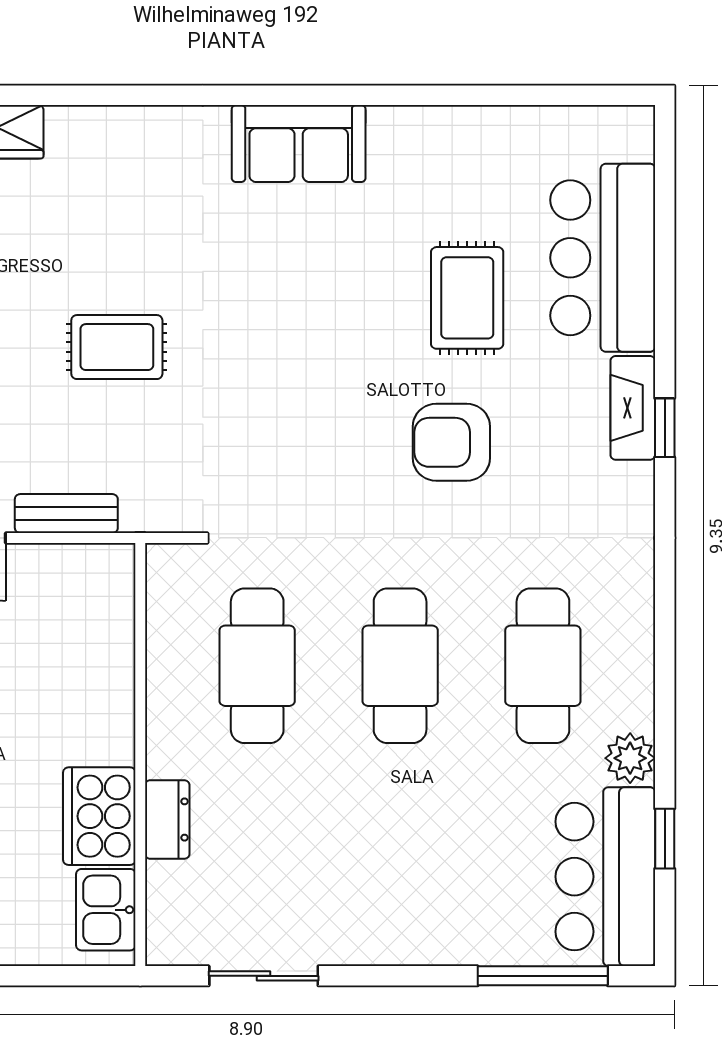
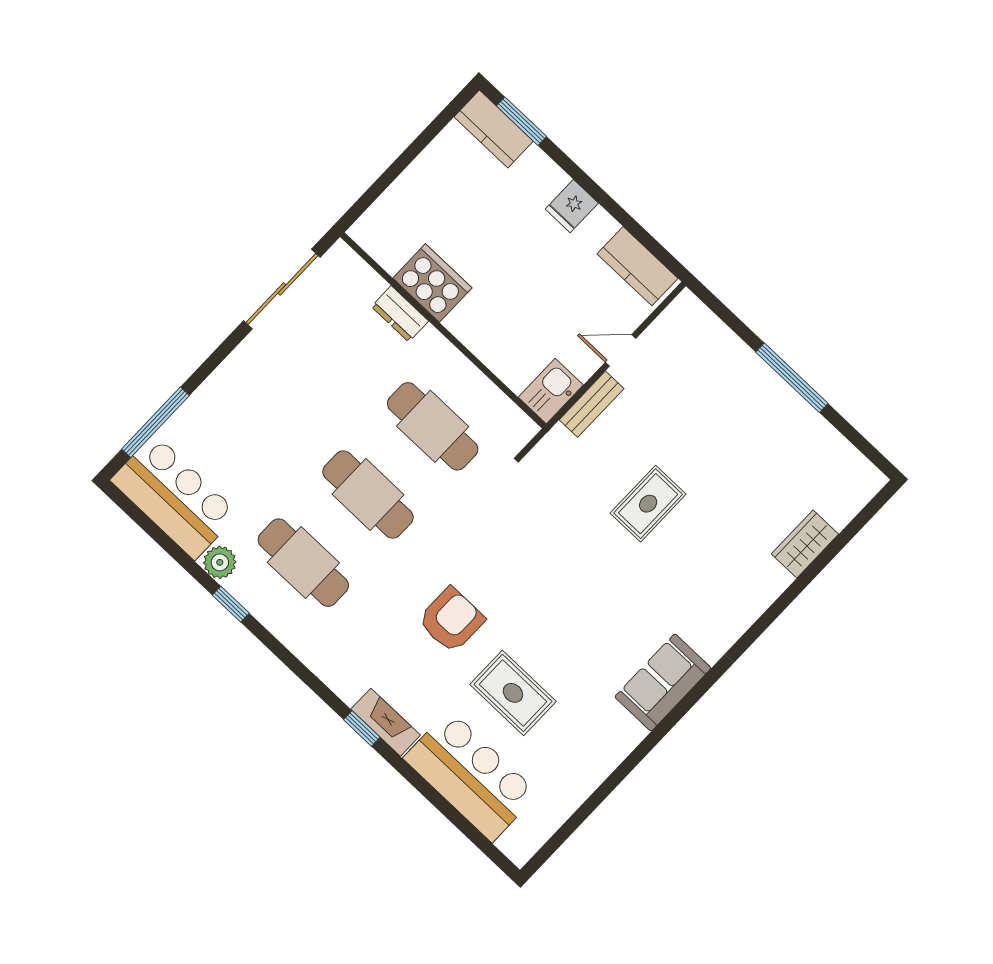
window: (665, 839) -> (231, 604), moved
kitchen sink: (106, 910) -> (551, 391), moved, turned -90
sliding door: (264, 976) -> (282, 289), width x1.37

